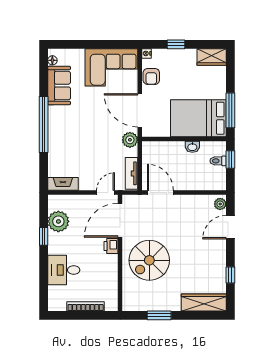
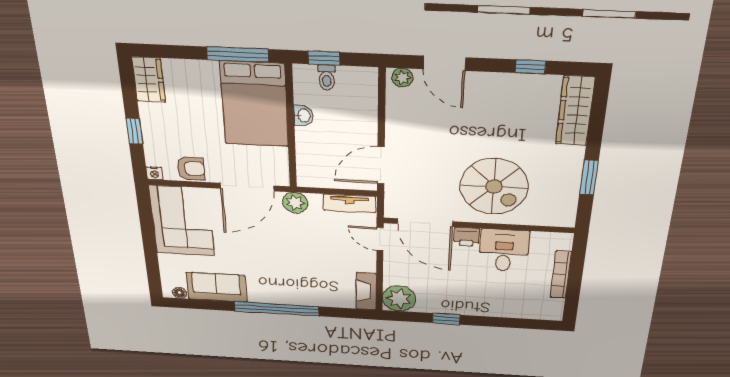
plant: (58, 221) -> (399, 299), moved
desk: (64, 270) -> (504, 250), moved, turned 180

